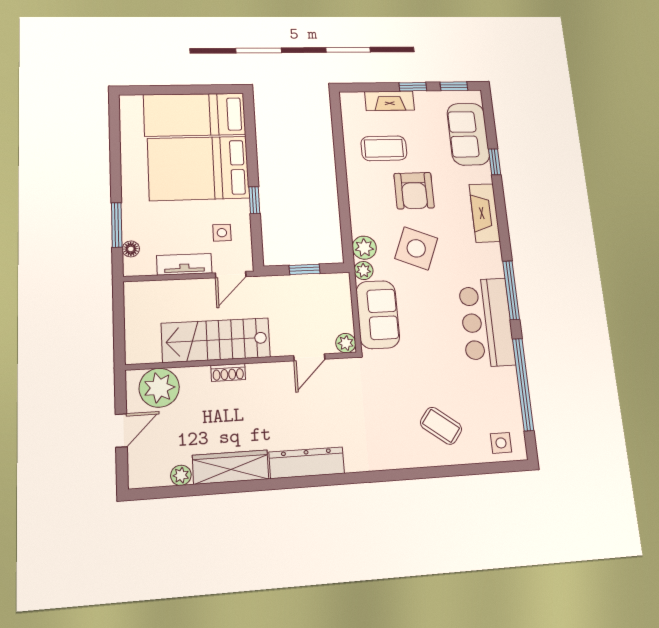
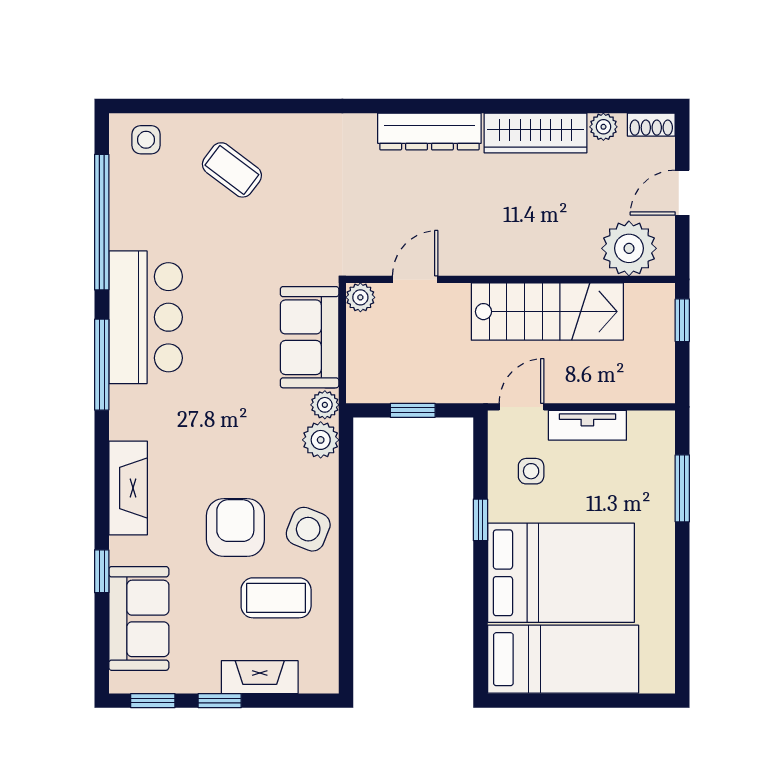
side table: (416, 248) -> (308, 529), moved, width x0.73, depth x0.73
floor lamp: (131, 249) -> (663, 451), removed
window: (119, 339) -> (682, 320), added
shoe rack: (228, 372) -> (651, 125), moved, turned 180

